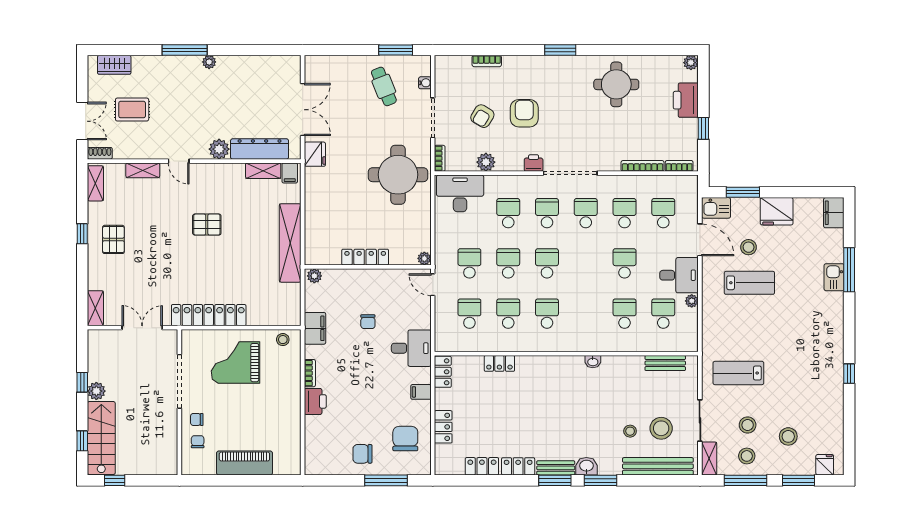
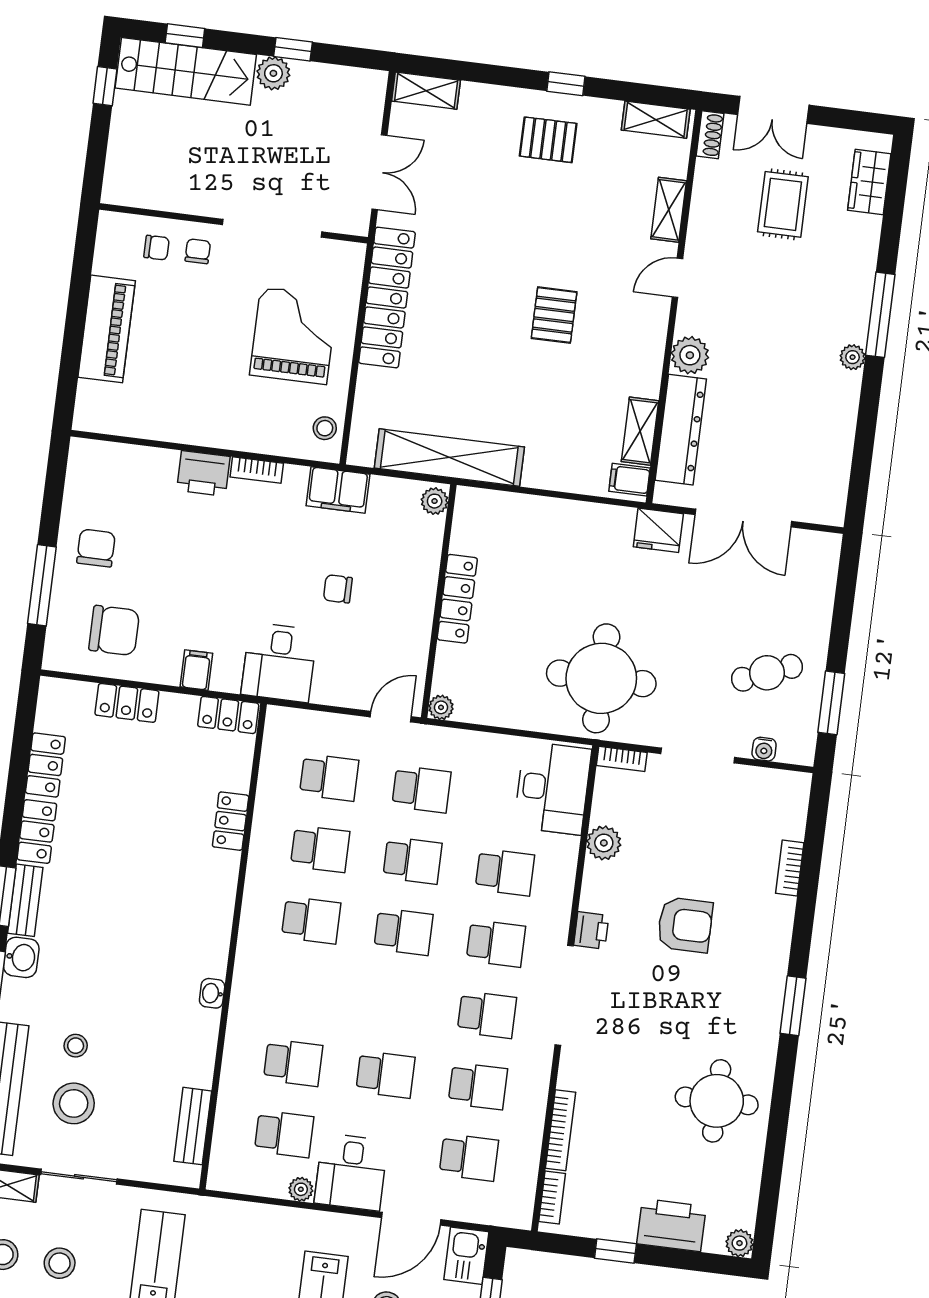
armchair: (482, 116) -> (689, 847), removed
shelving: (290, 243) -> (449, 458), moved

